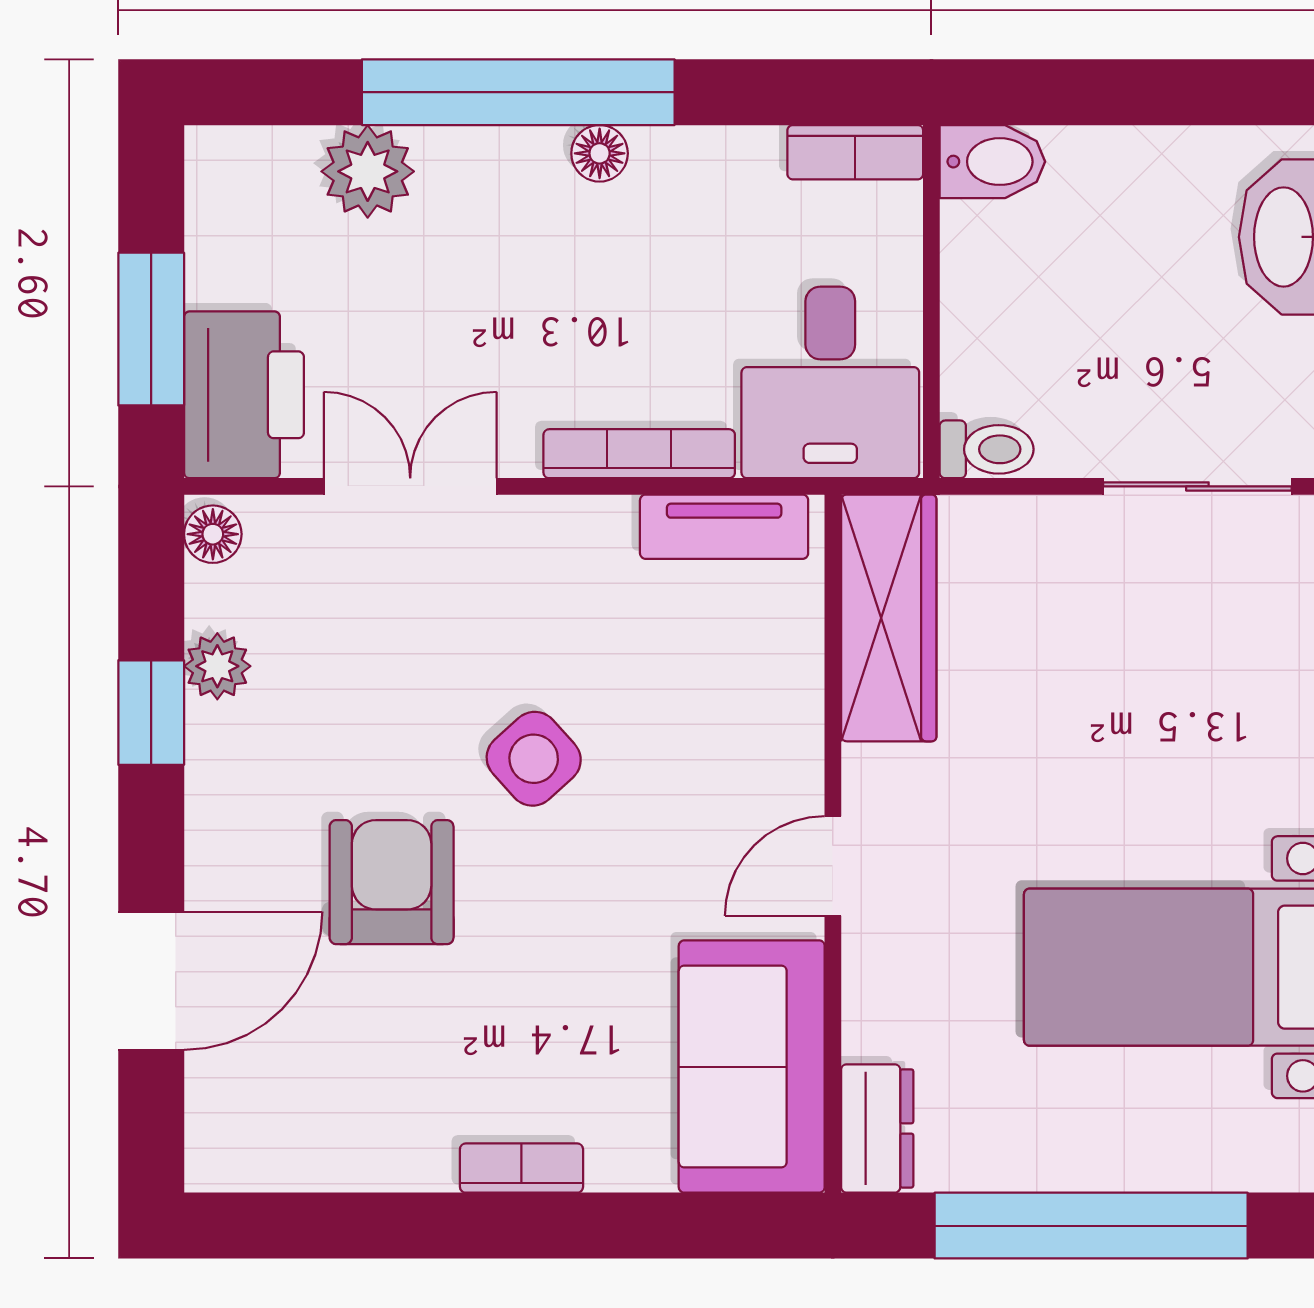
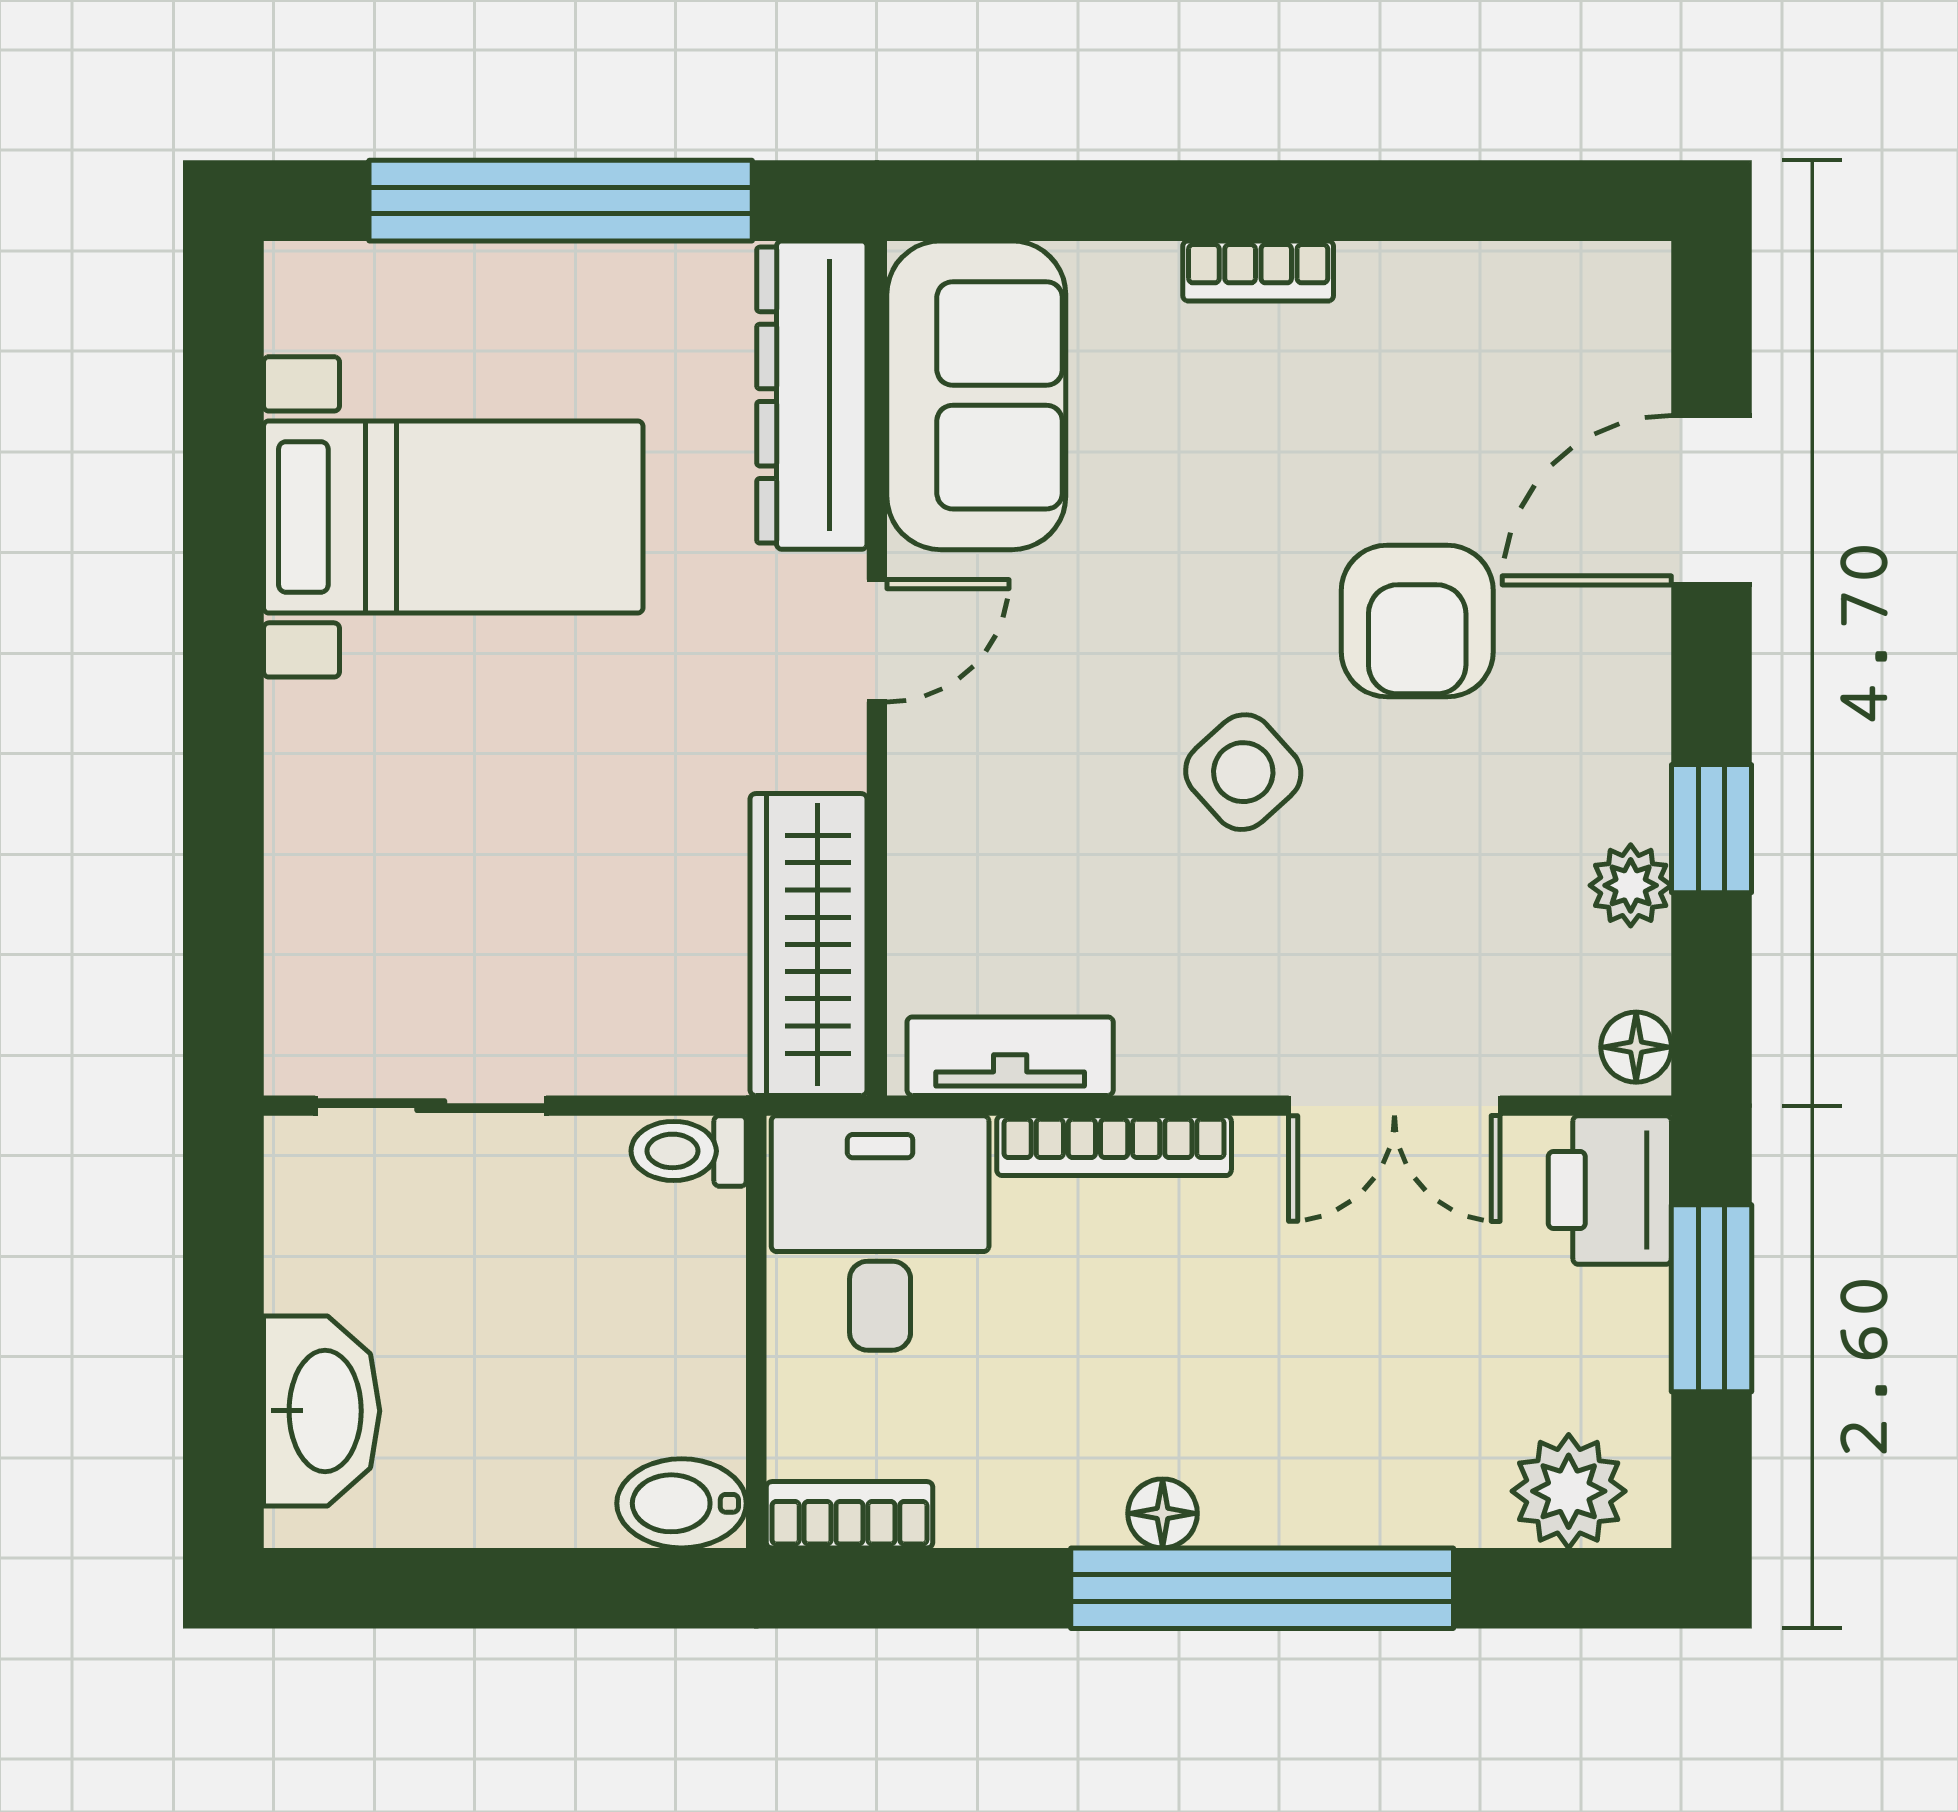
plant: (368, 171) -> (1569, 1491), moved
printer: (244, 395) -> (1610, 1190), width x0.73, depth x0.84
dresser: (877, 1128) -> (812, 395), width x1.96, depth x1.24

